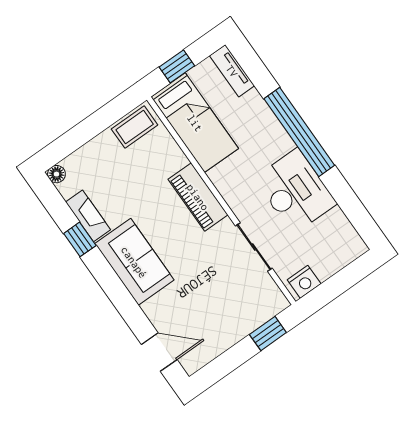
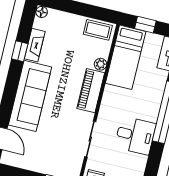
plant: (177, 159) -> (100, 64), added
desk: (295, 191) -> (135, 135), width x0.73
sofa: (134, 262) -> (30, 96), width x1.36

